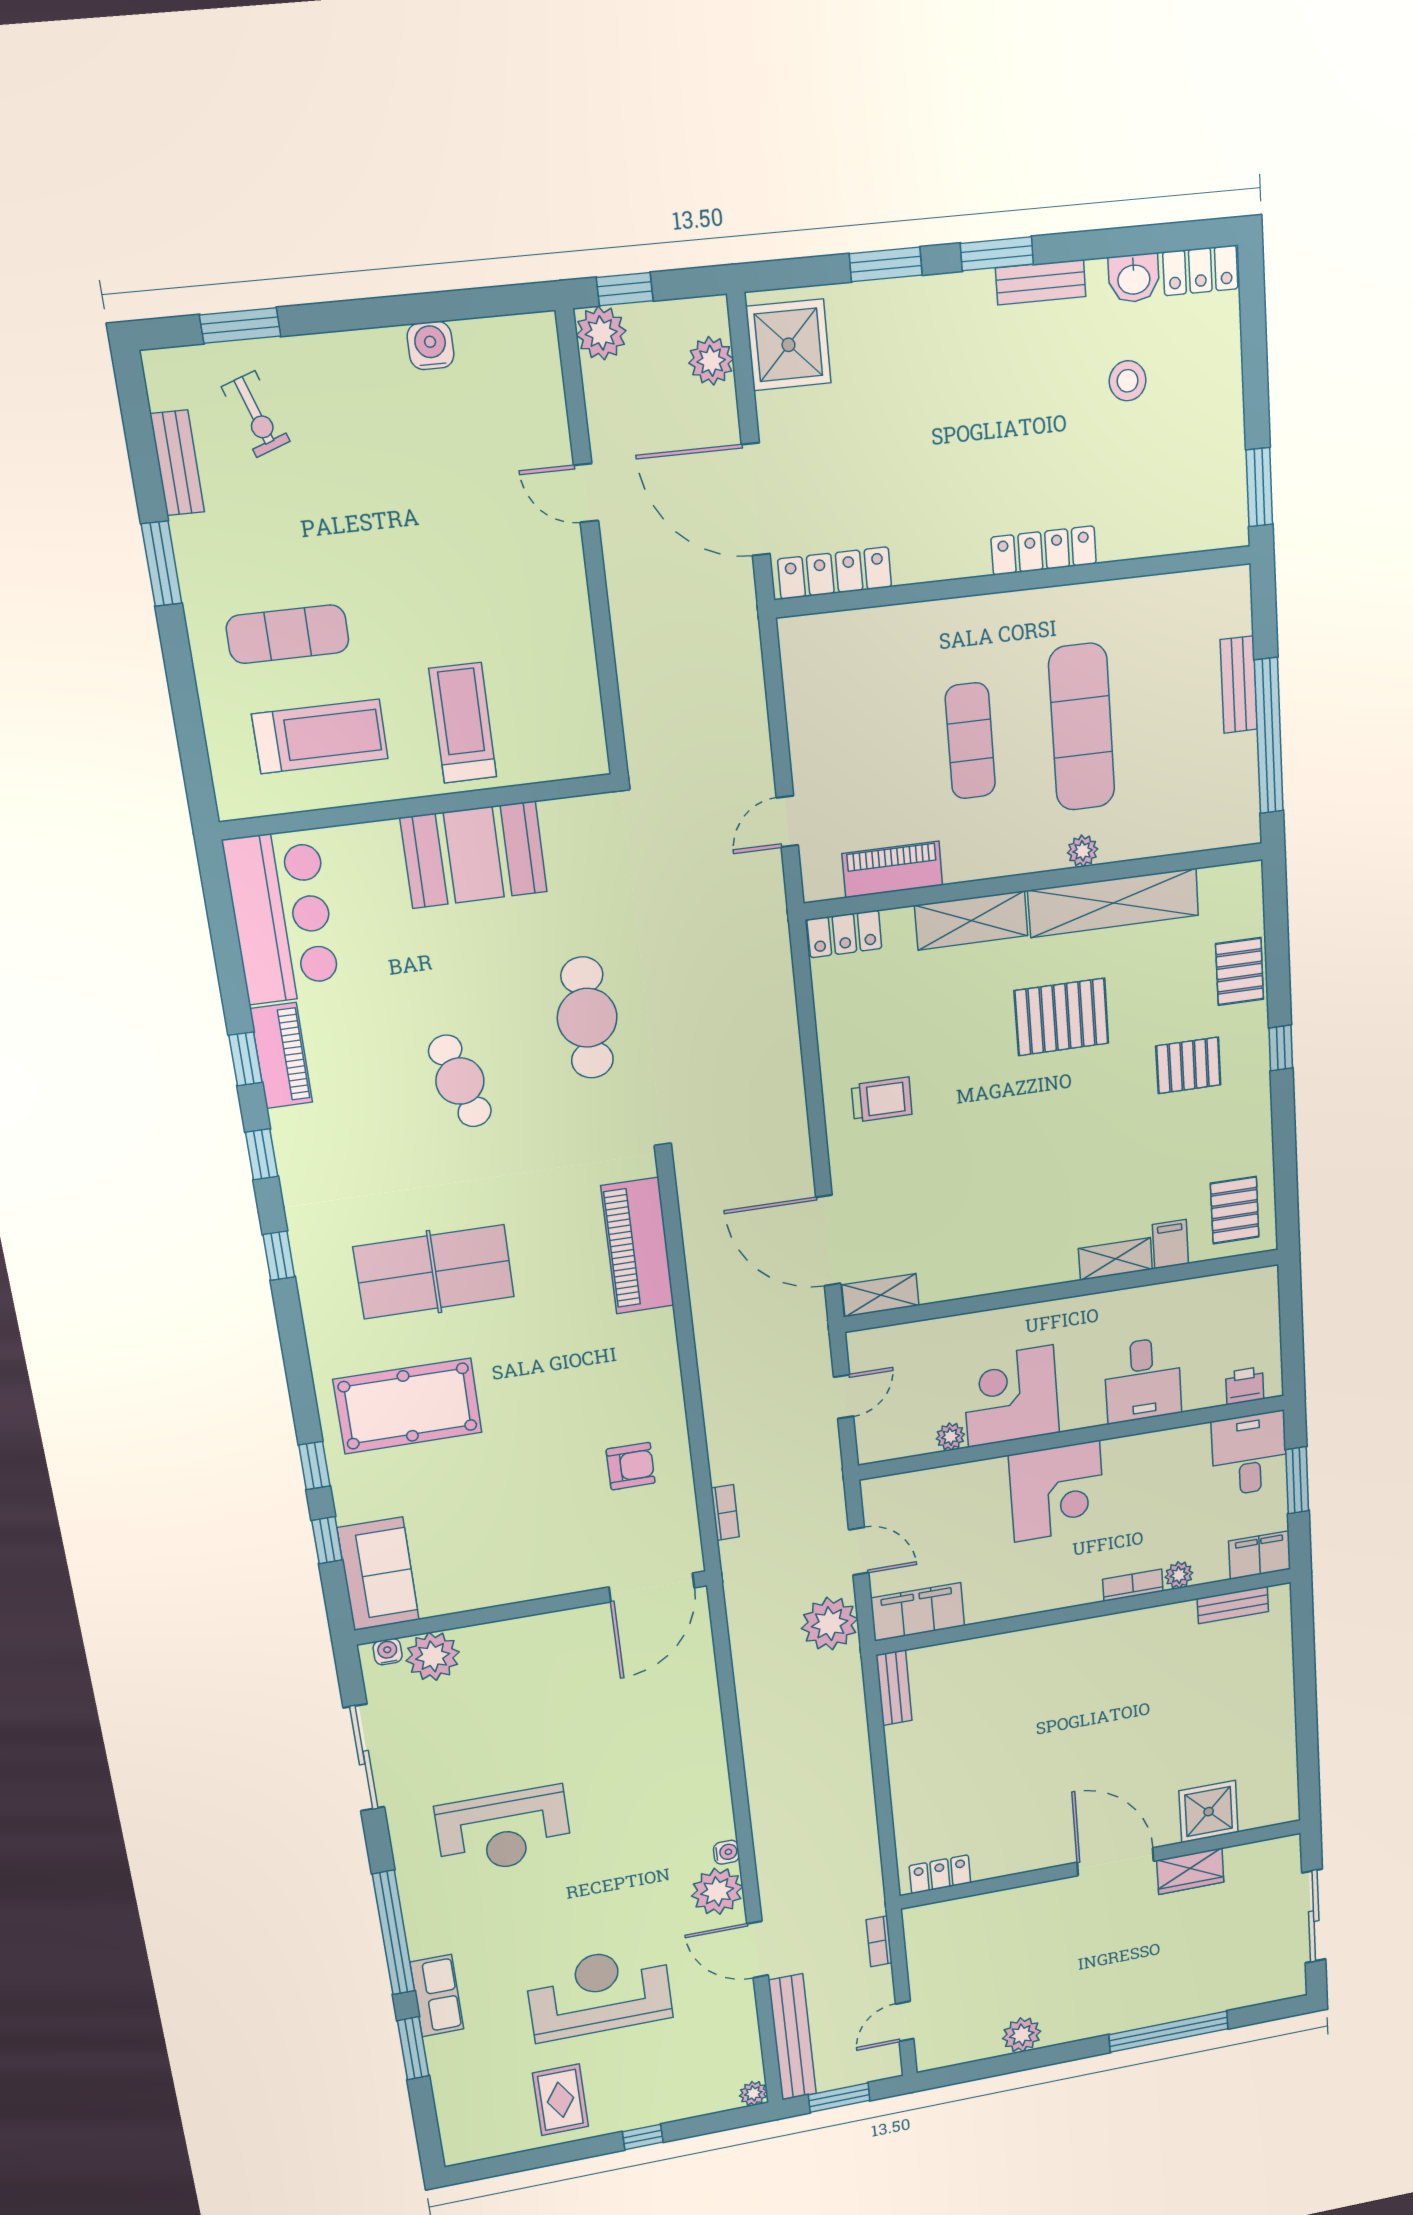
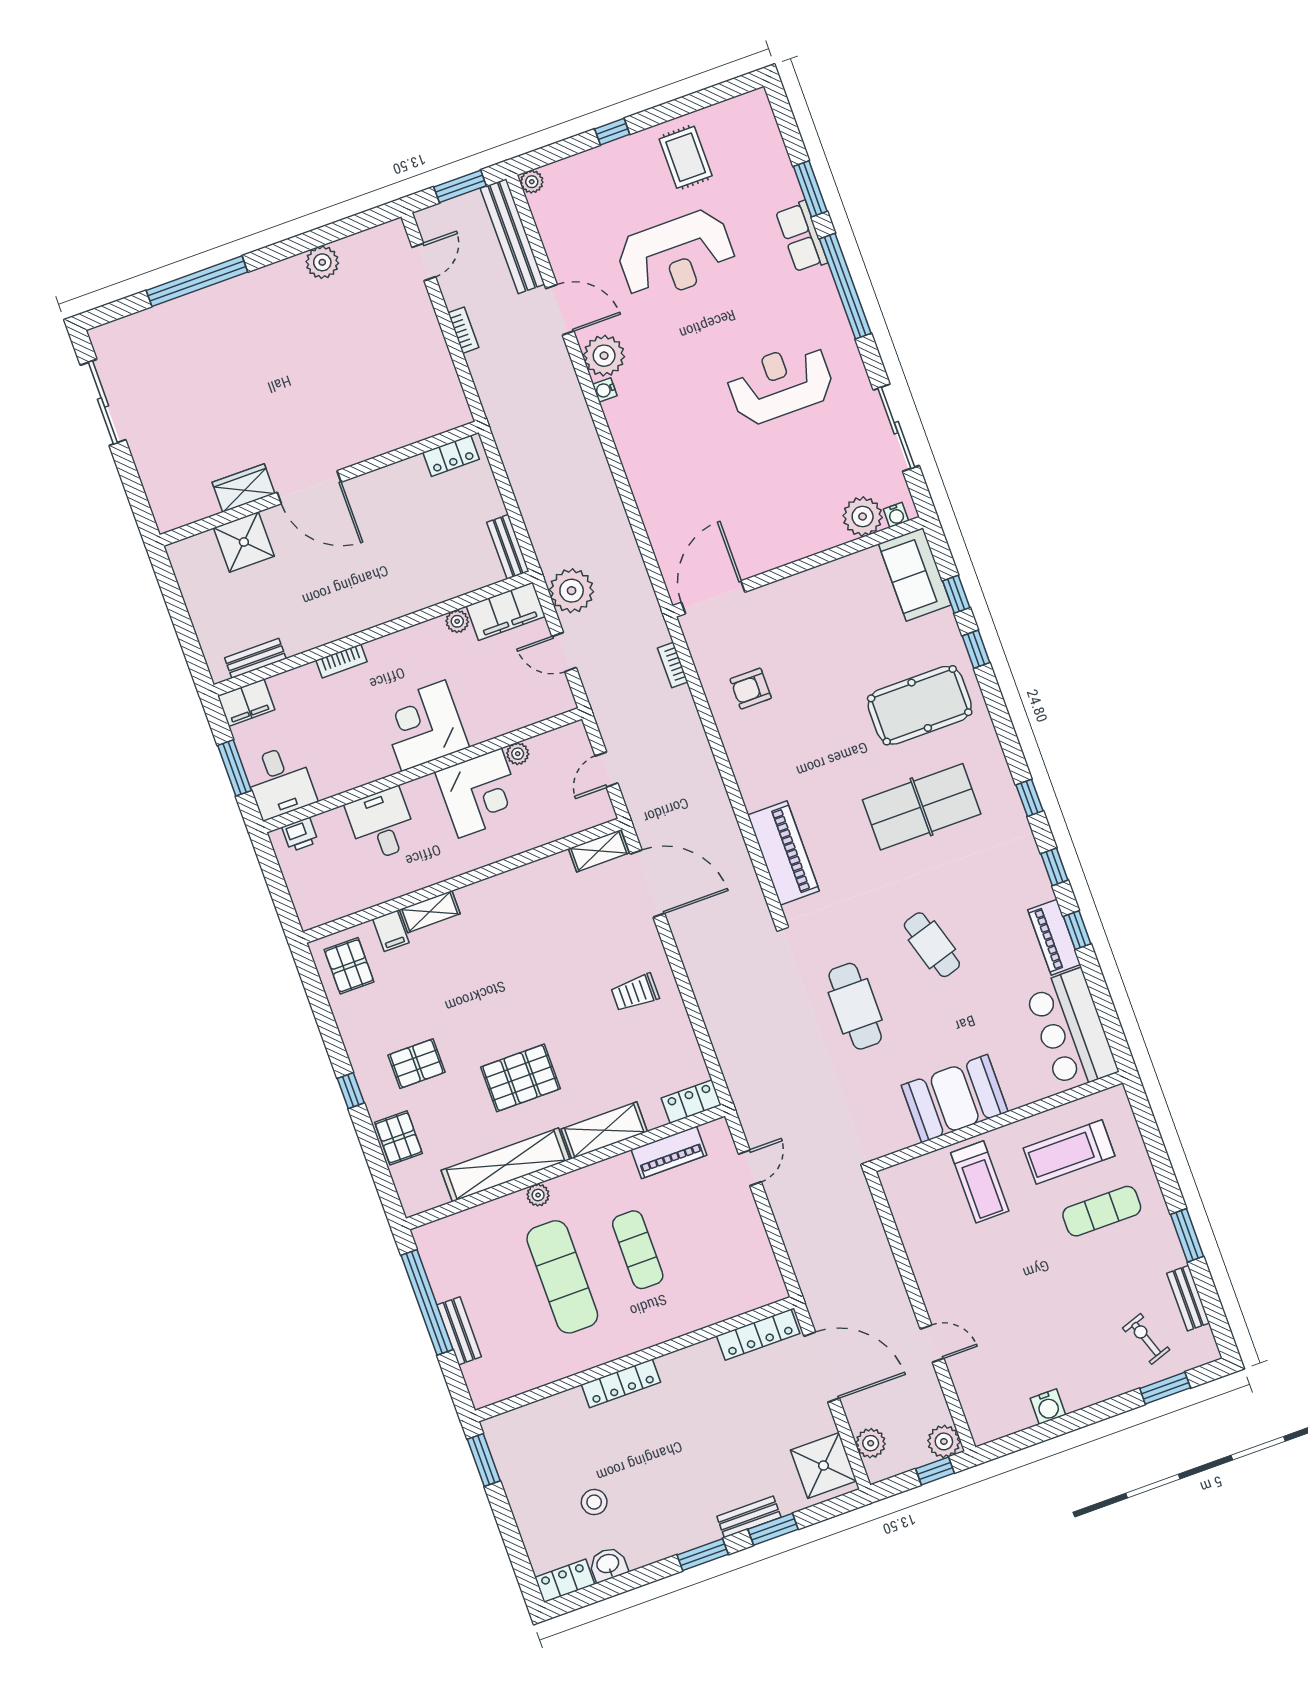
bench: (1041, 282) -> (749, 1517), moved
plant: (1179, 1575) -> (457, 621), moved
shower: (1209, 1812) -> (244, 542), moved
door: (1115, 1862) -> (309, 487), moved
wall: (1103, 1864) -> (319, 484), moved
wardrobe: (1190, 1871) -> (244, 488), moved
locker: (940, 1874) -> (451, 456), moved

